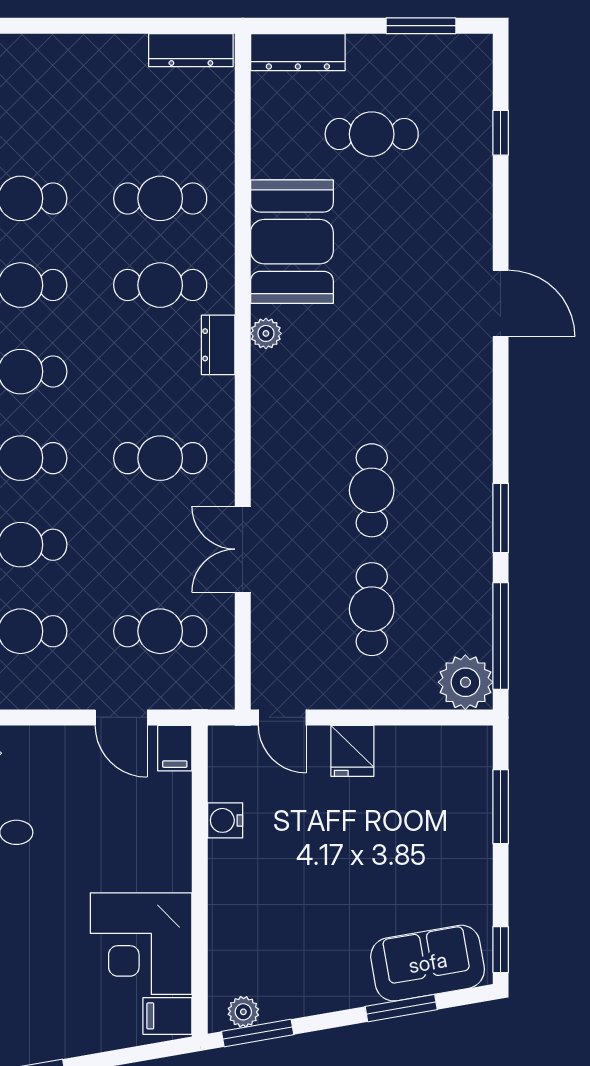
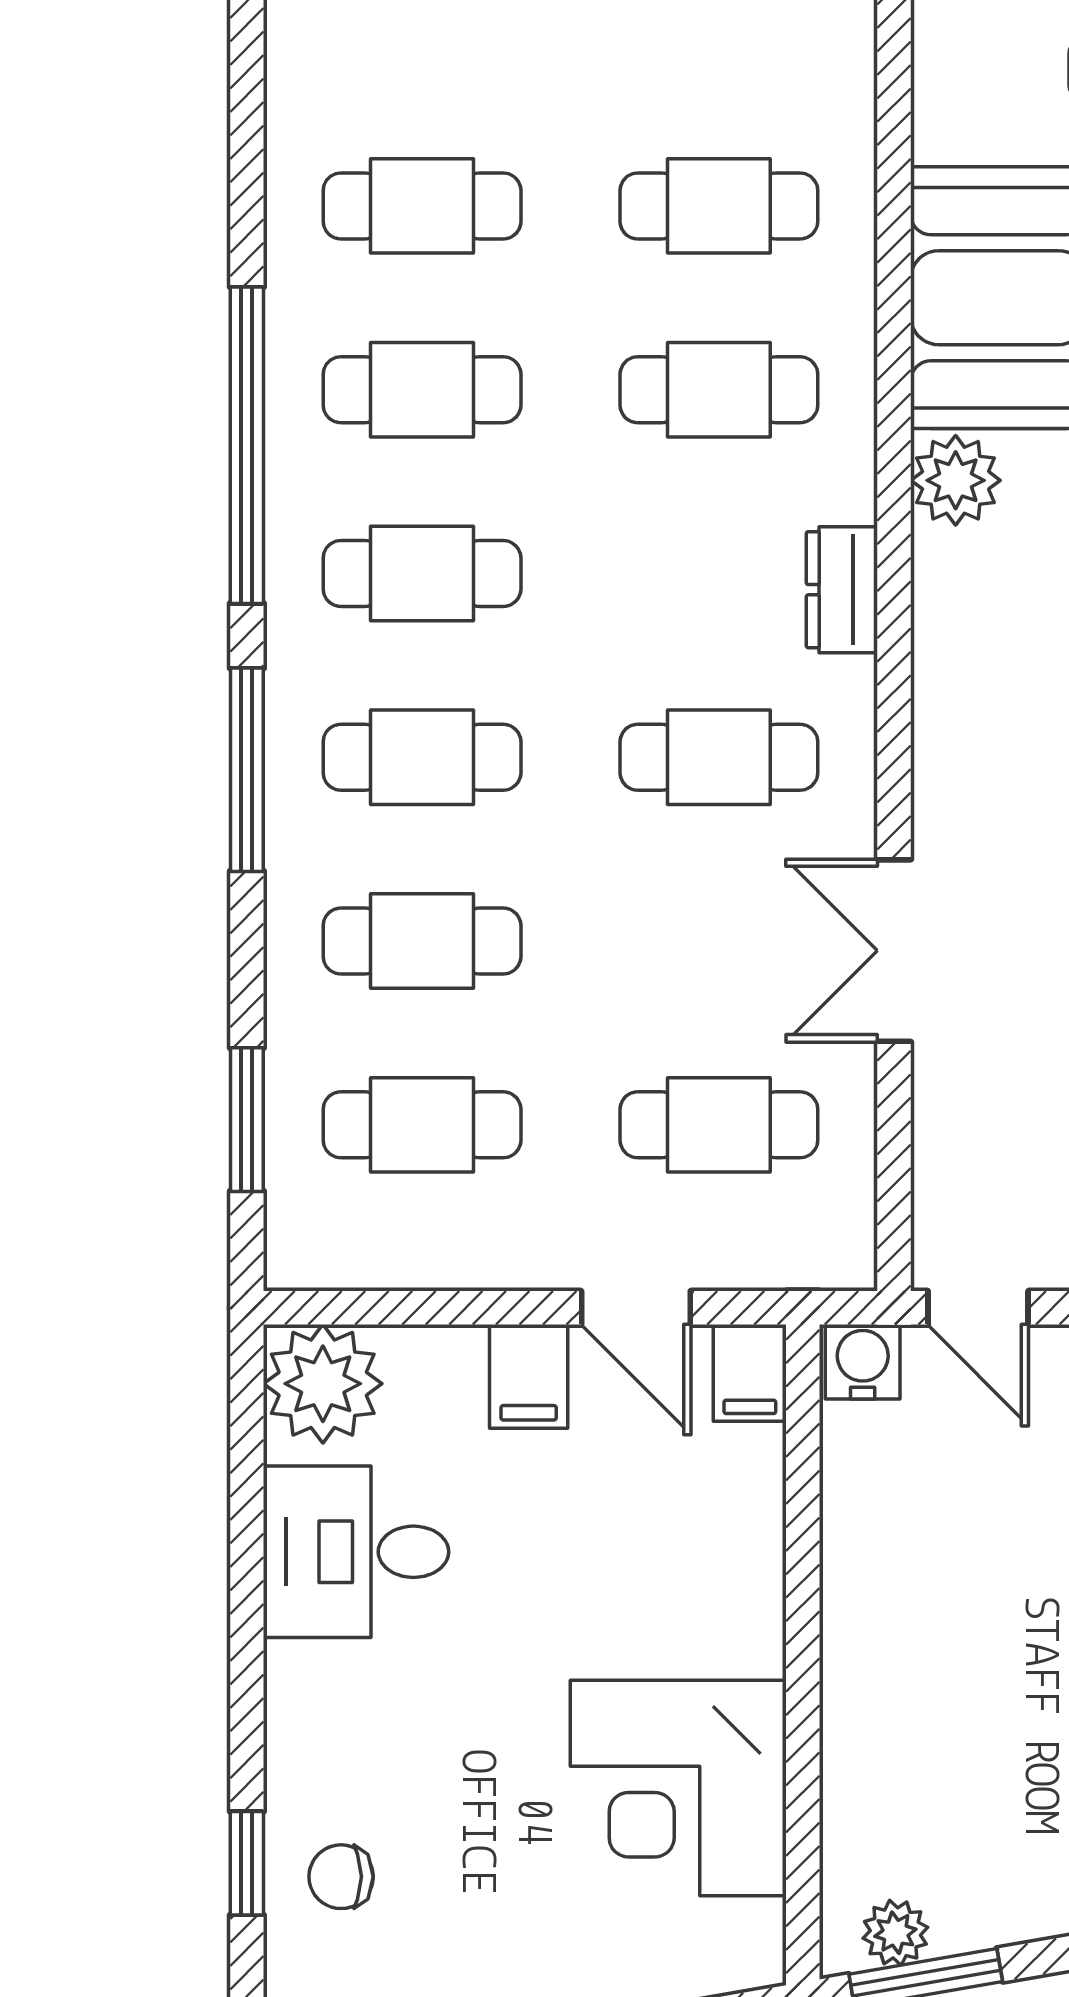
plant: (266, 333) -> (956, 480), width x1.38, depth x1.38
dresser: (218, 345) -> (842, 590), moved
water cooler: (225, 820) -> (863, 1362), moved, turned 90
filing cabinet: (167, 1016) -> (529, 1376), moved, turned -90

